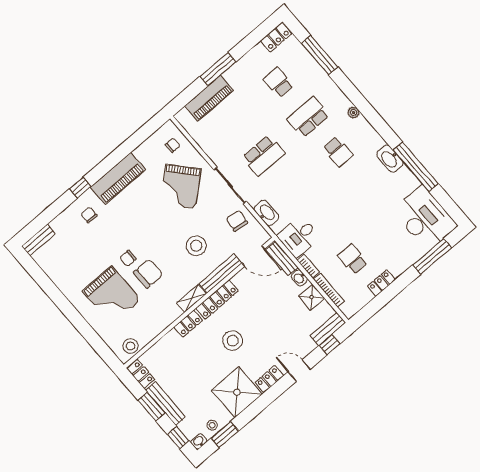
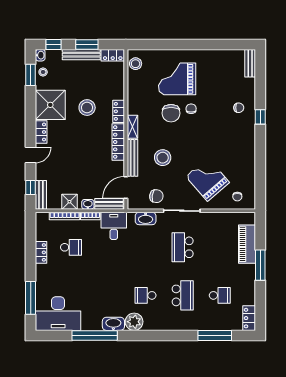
plant: (354, 113) -> (134, 322), moved, width x1.88, depth x1.88
piano: (118, 178) -> (246, 145), removed
stool: (233, 341) -> (87, 108), moved

